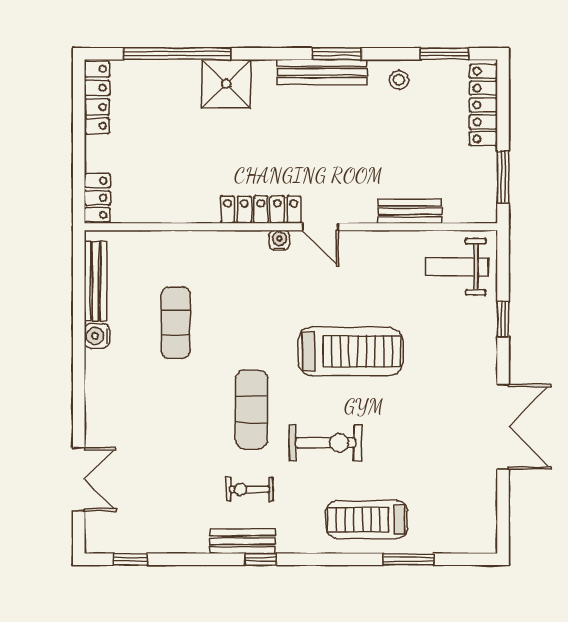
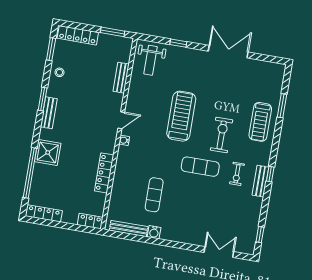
bench: (322, 72) -> (49, 113), width x0.73
locker: (261, 210) -> (104, 173), moved
exercise mat: (176, 323) -> (154, 195), turned 90

